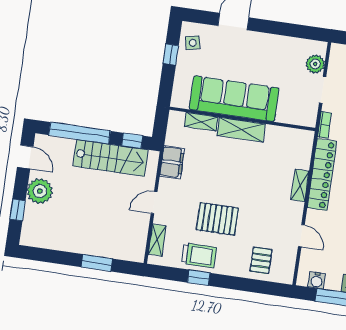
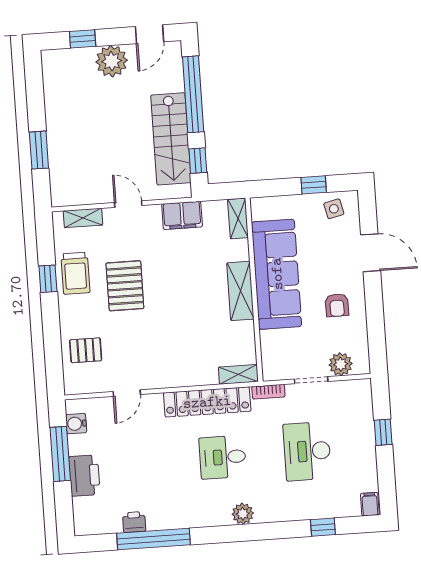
armchair: (269, 57) -> (337, 305), added
shelving: (201, 122) -> (238, 218), moved
shelving: (300, 185) -> (238, 374), moved

